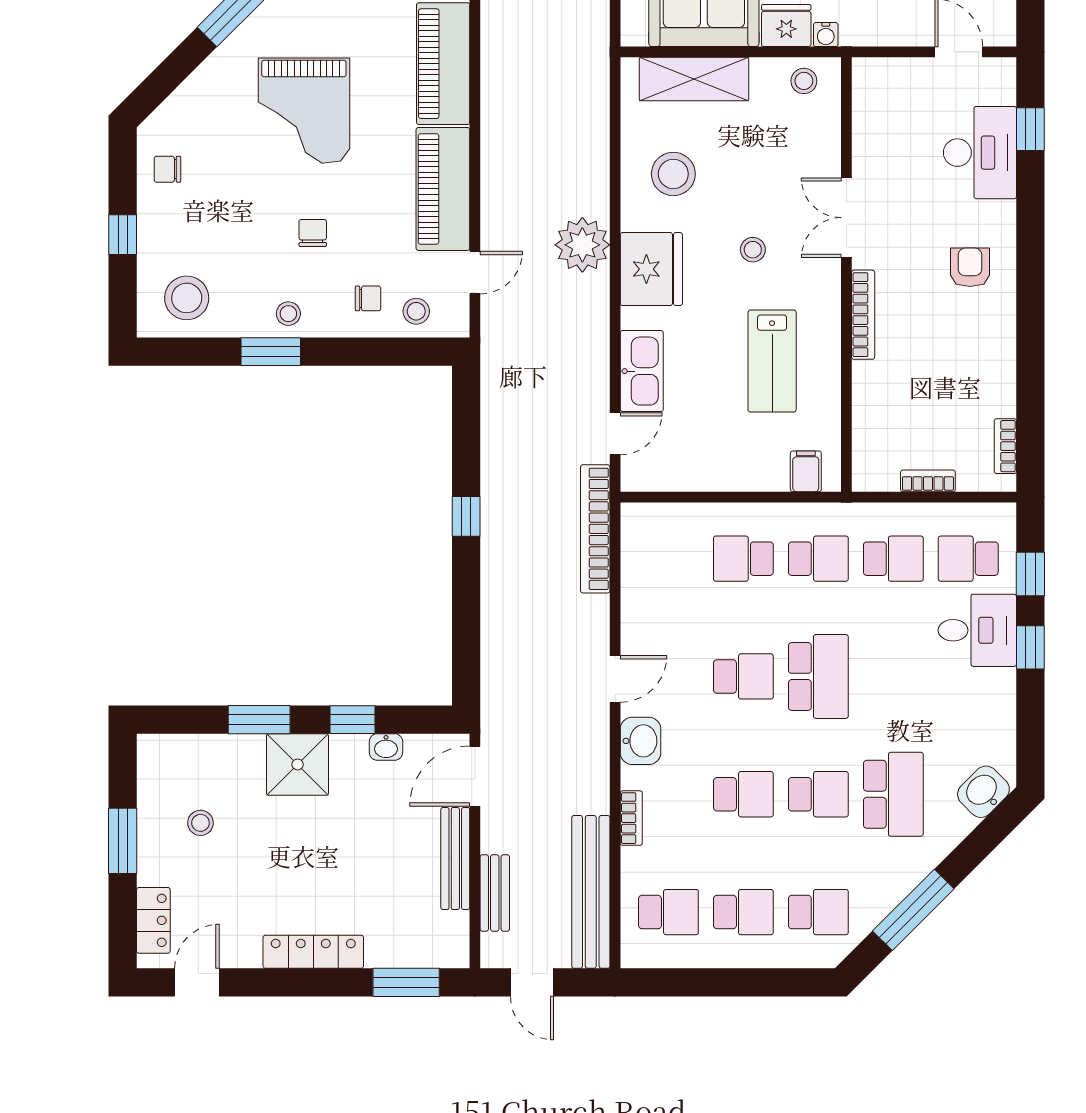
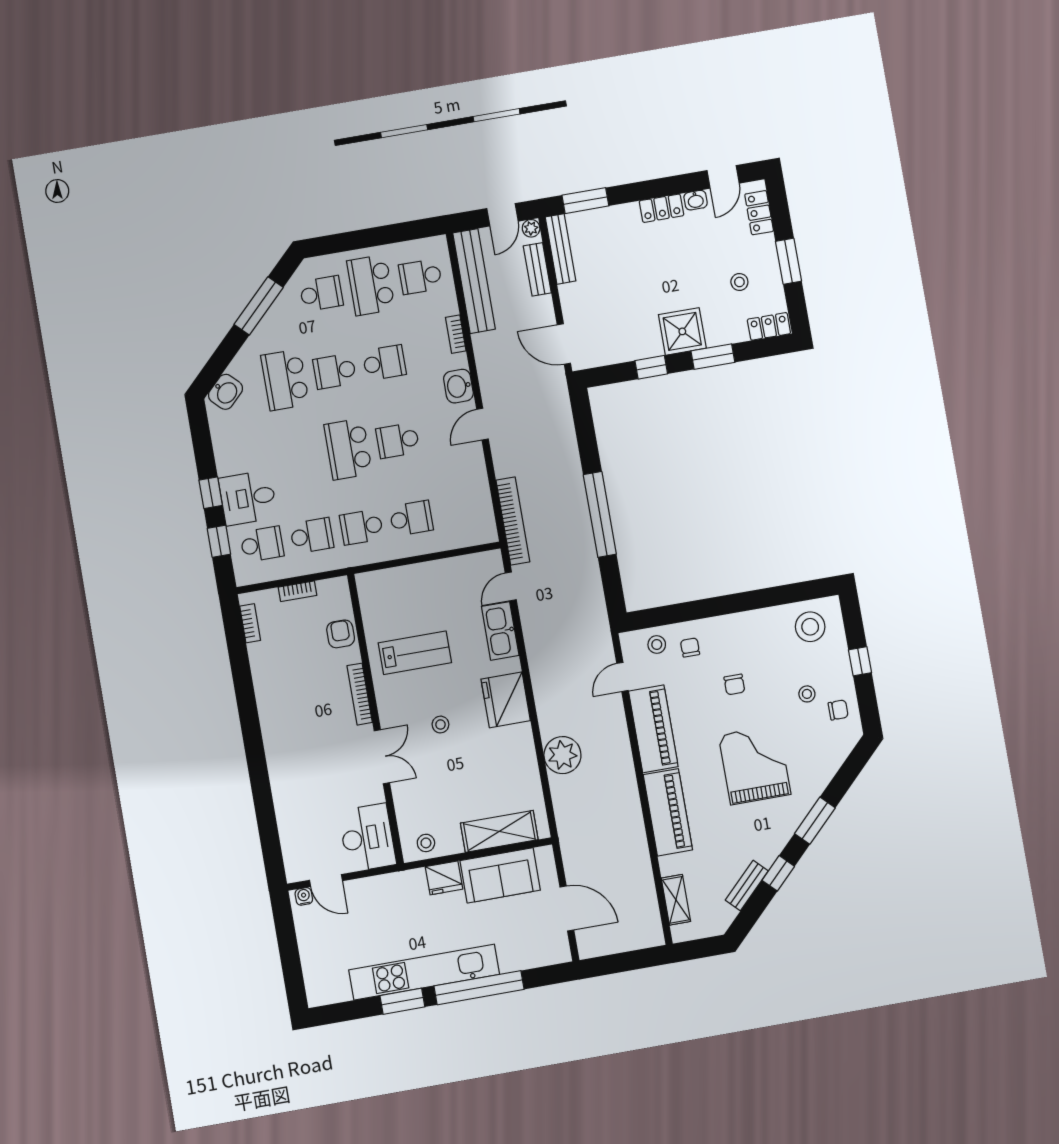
water cooler: (826, 35) -> (304, 896), moved
window: (1030, 129) -> (269, 837), removed
desk: (980, 153) -> (367, 838), moved, turned 180
stool: (673, 174) -> (502, 766), removed
plant: (582, 245) -> (562, 755), moved
armchair: (970, 267) -> (341, 634), moved, turned 180
chair: (368, 298) -> (690, 647), turned 90
stool: (288, 314) -> (807, 694), moved
window: (271, 352) -> (748, 601), removed
lab bench: (772, 361) -> (415, 653), turned 90
filing cabinet: (806, 471) -> (380, 583), removed
window: (466, 516) -> (600, 514), width x3.17
school desk: (893, 559) -> (312, 536), turned 180
washbasin: (386, 747) -> (696, 200), moved, turned 180
locker: (169, 750) -> (769, 326), added
door: (475, 776) -> (564, 344), swing flipped
school desk: (743, 794) -> (384, 363), turned 180
bench: (455, 859) -> (561, 249), moved
school desk: (743, 912) -> (371, 285), width x1.85
school desk: (818, 912) -> (321, 294), turned 180
locker: (313, 952) -> (662, 208), width x0.66
plant: (493, 955) -> (531, 228), added
door: (532, 982) -> (502, 215), swing flipped

